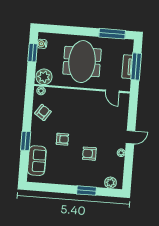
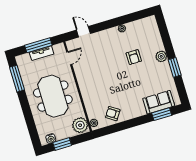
meeting table: (82, 62) -> (53, 96), turned 90
door: (131, 137) -> (83, 32), moved
armchair: (62, 139) -> (130, 86), removed
window: (26, 141) -> (162, 114), moved
plant: (110, 183) -> (161, 56), moved
window: (86, 191) -> (175, 67), moved

